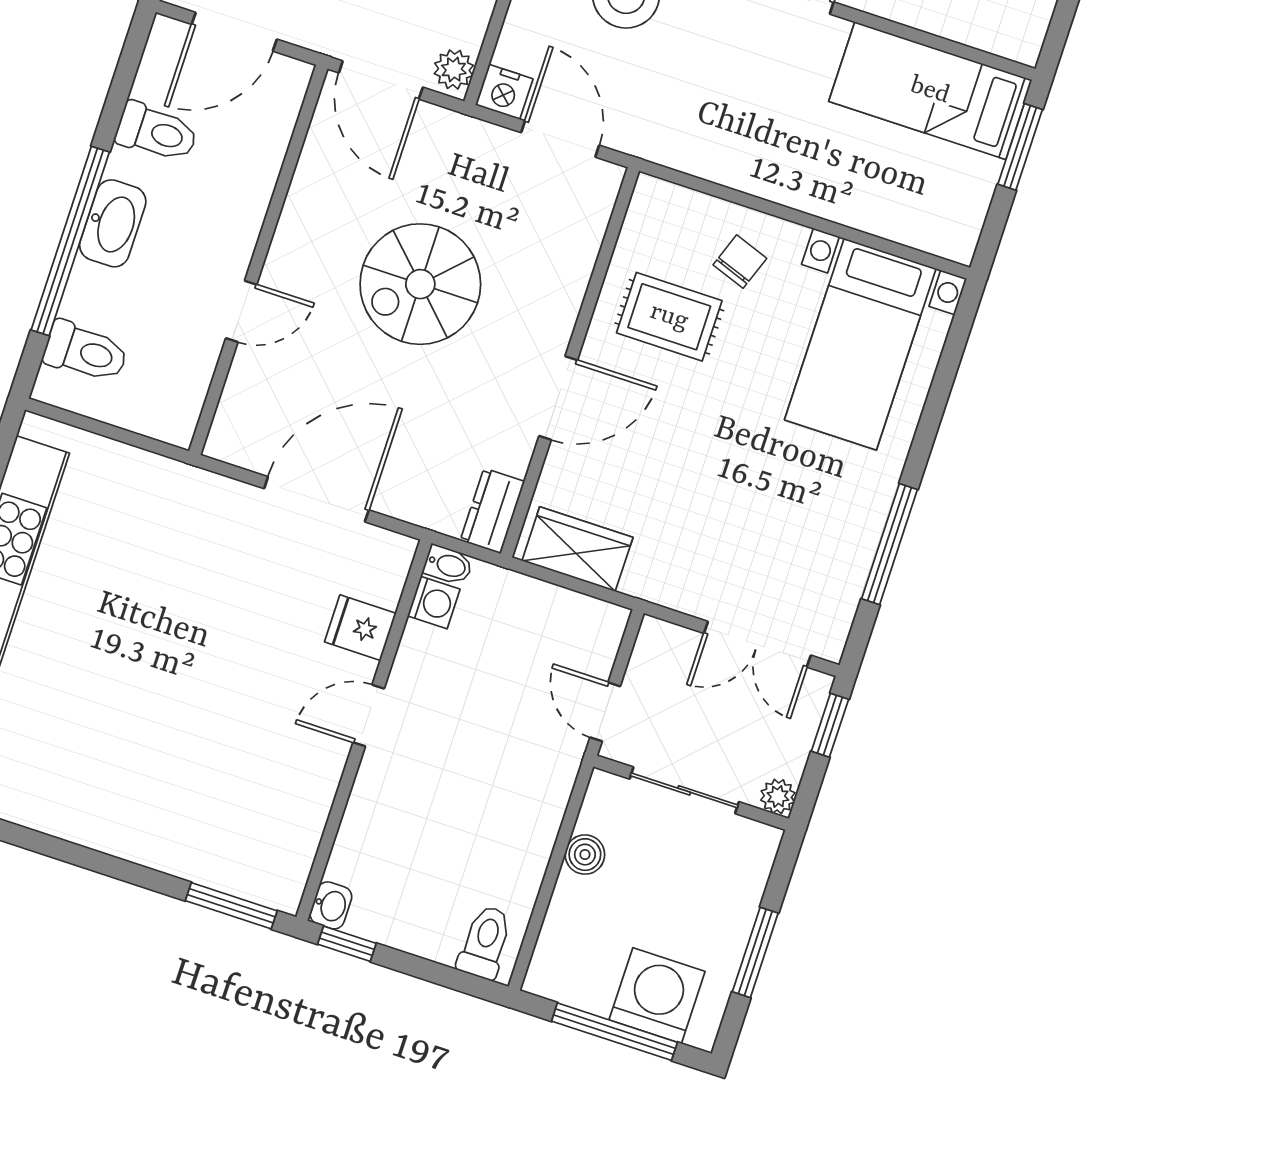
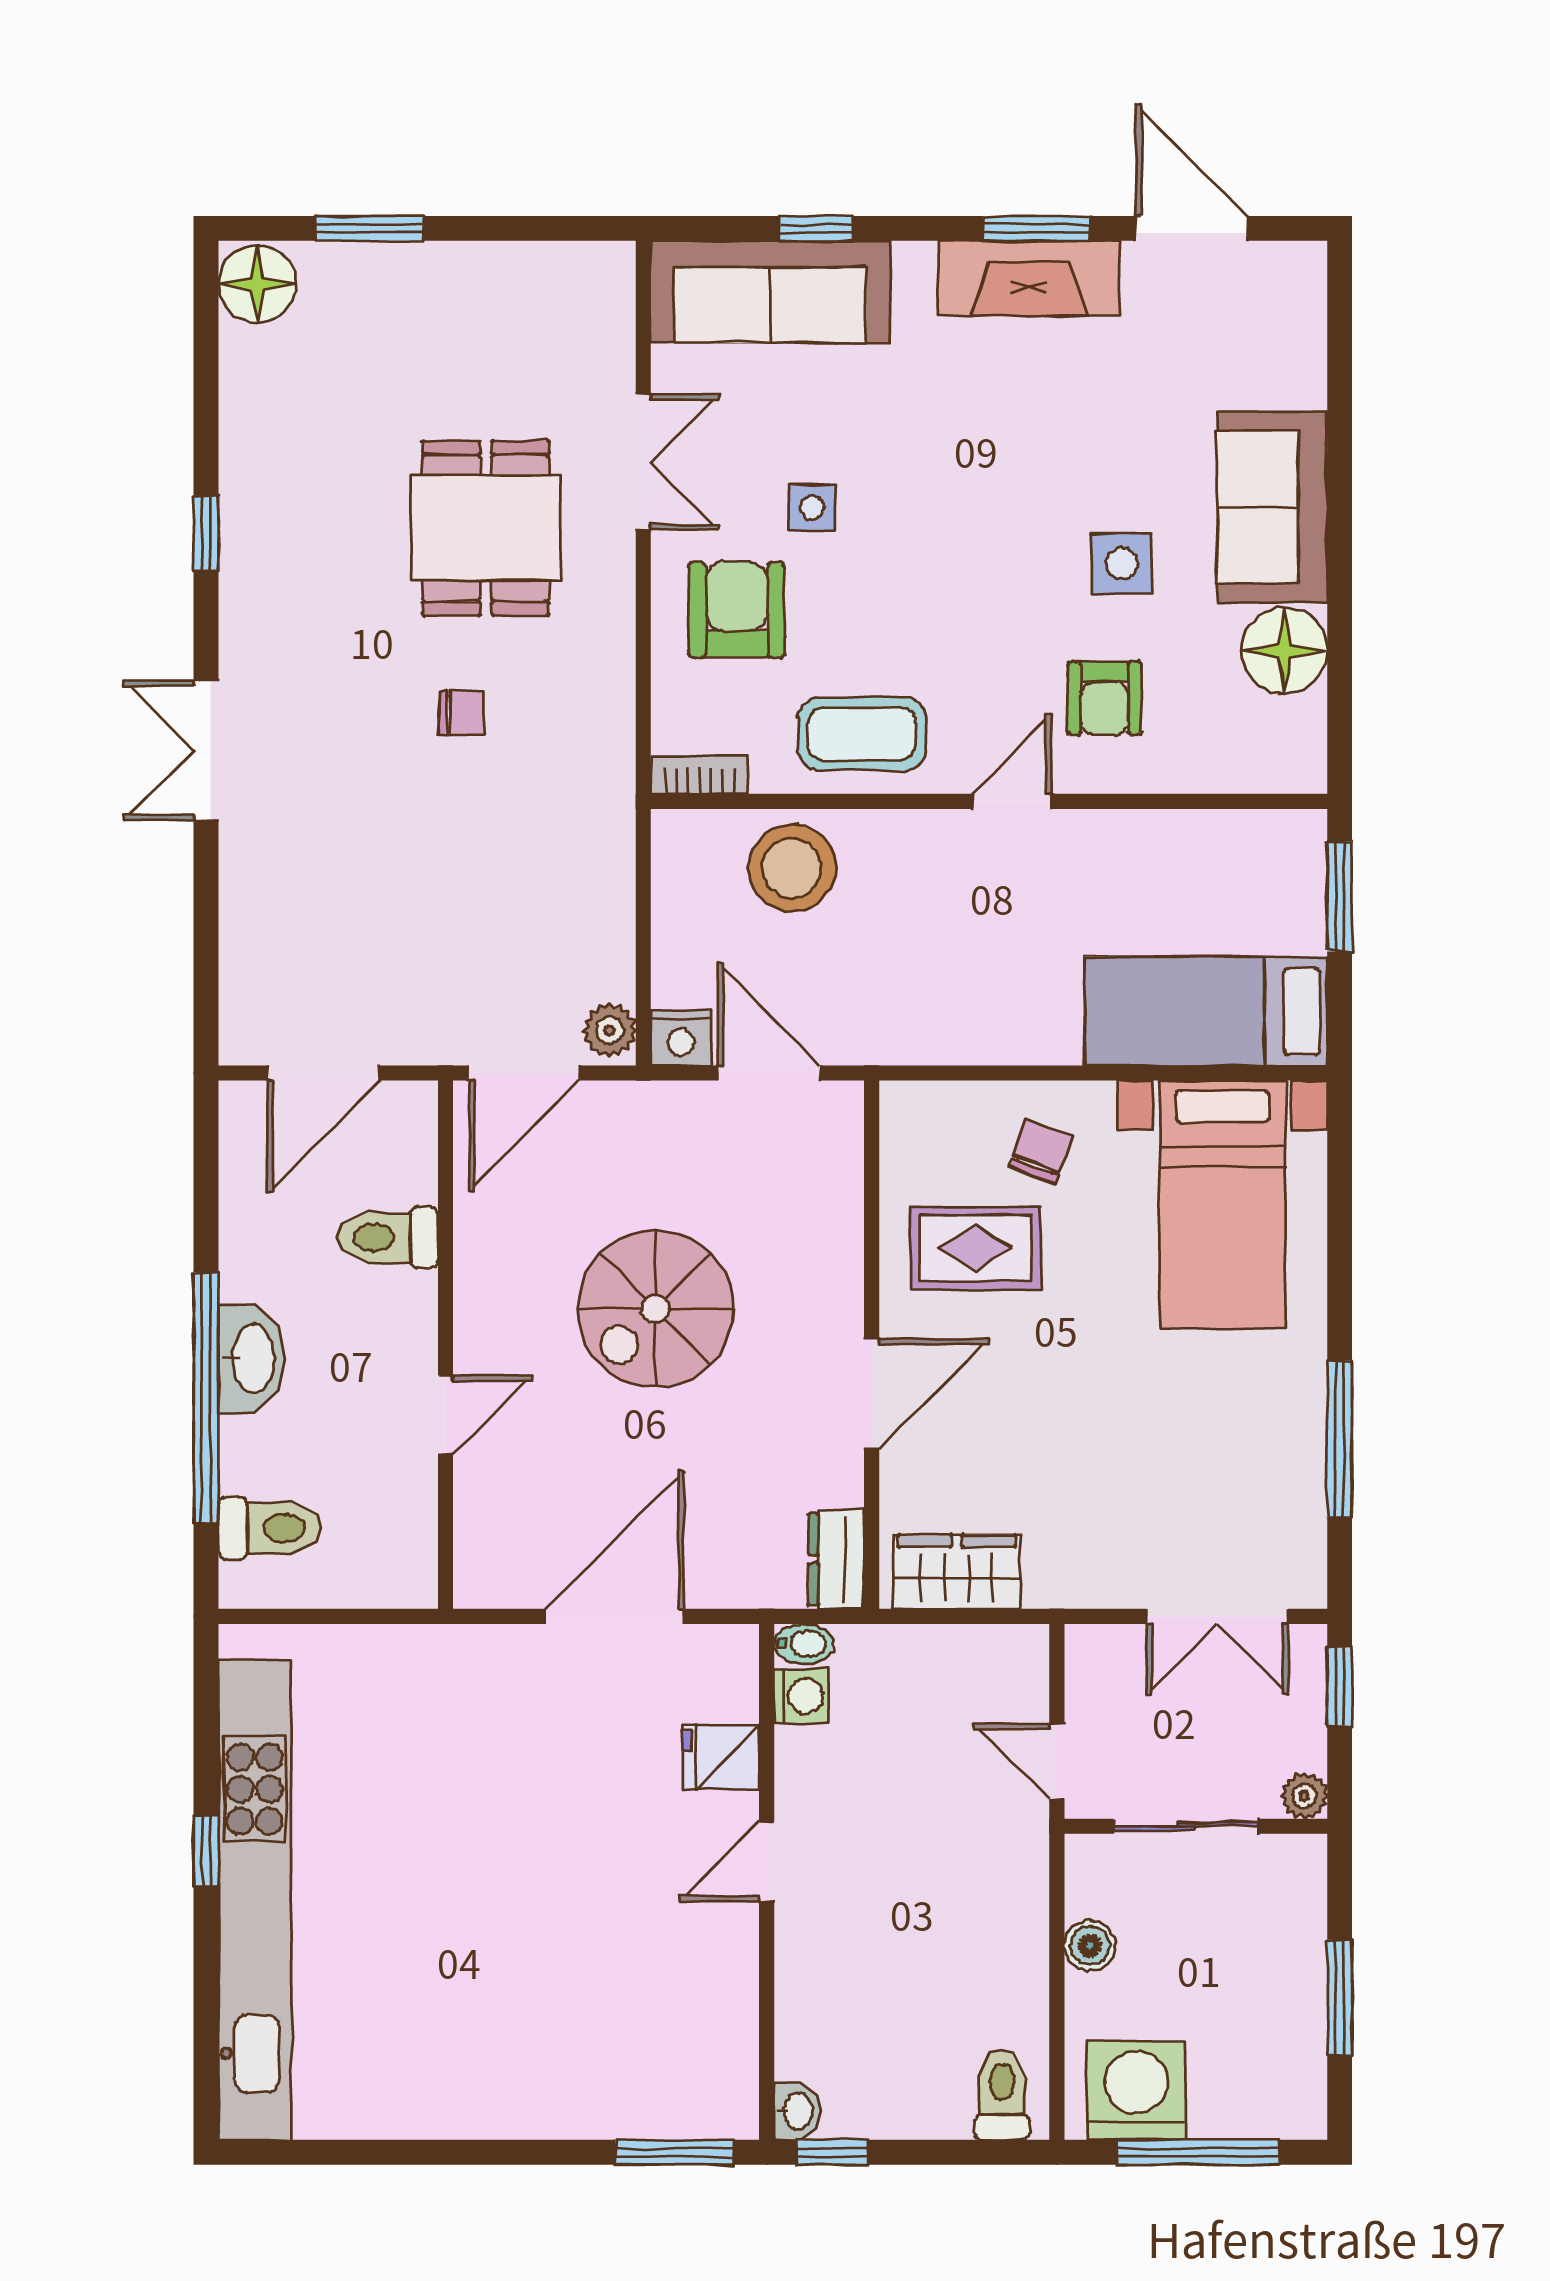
door: (381, 80) -> (524, 1073), hinge flipped
bed: (930, 91) -> (1206, 1011), moved
toilet: (157, 132) -> (388, 1237), moved, turned 180
washing machine: (657, 996) -> (1136, 2091), moved

